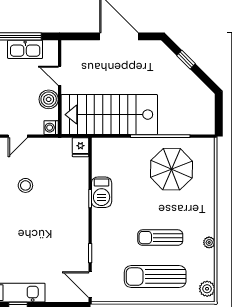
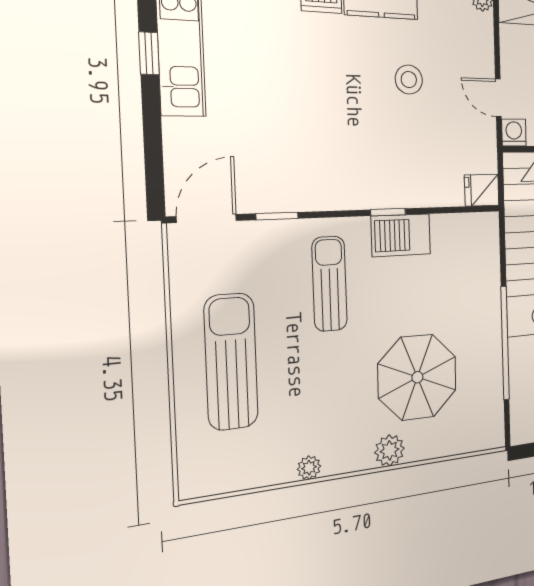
door: (18, 136) -> (498, 98), moved
parasol: (171, 169) -> (417, 377), moved
sun lounger: (160, 238) -> (330, 284), moved
plant: (207, 289) -> (390, 450), moved

